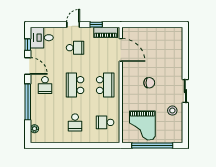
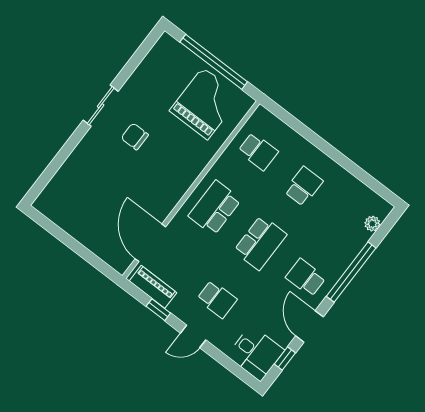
school desk: (75, 48) -> (217, 299), turned 180
chair: (149, 83) -> (135, 136), moved
school desk: (45, 85) -> (306, 278), turned -90
stool: (172, 111) -> (143, 91), removed

